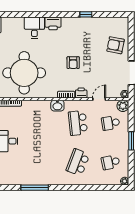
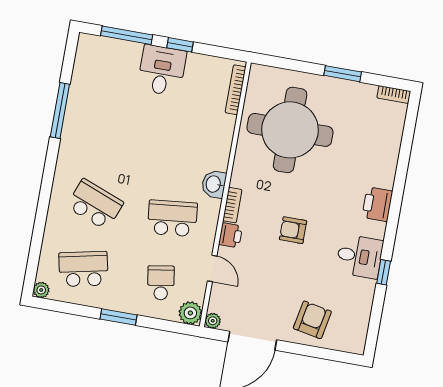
desk: (34, 28) -> (359, 256), moved
school desk: (111, 162) -> (83, 269), width x1.85

